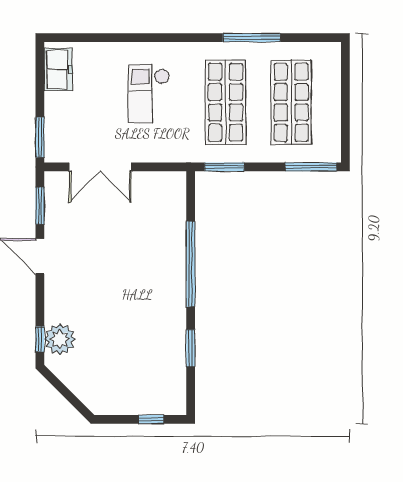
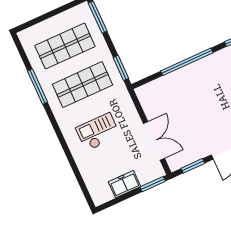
freezer: (58, 69) -> (124, 184), moved
checkout: (149, 94) -> (98, 132), turned 180

